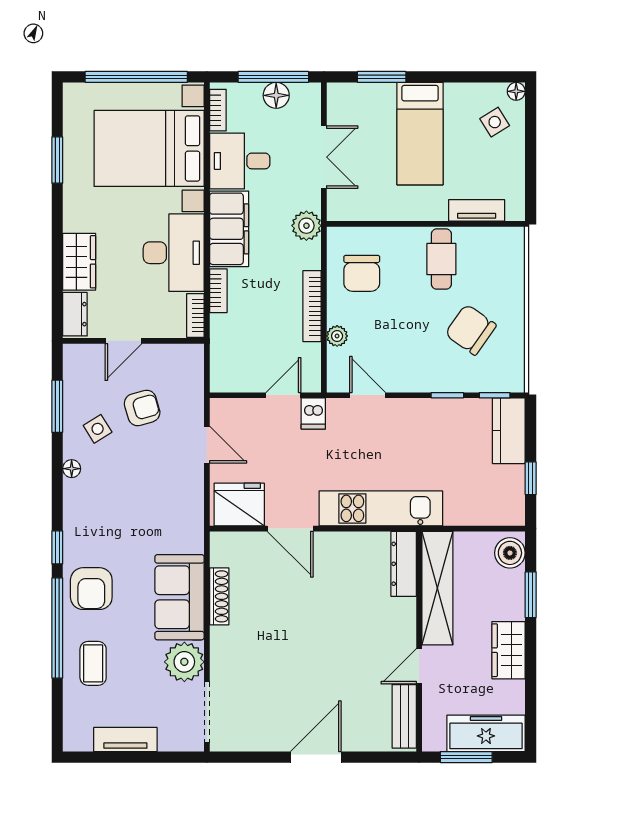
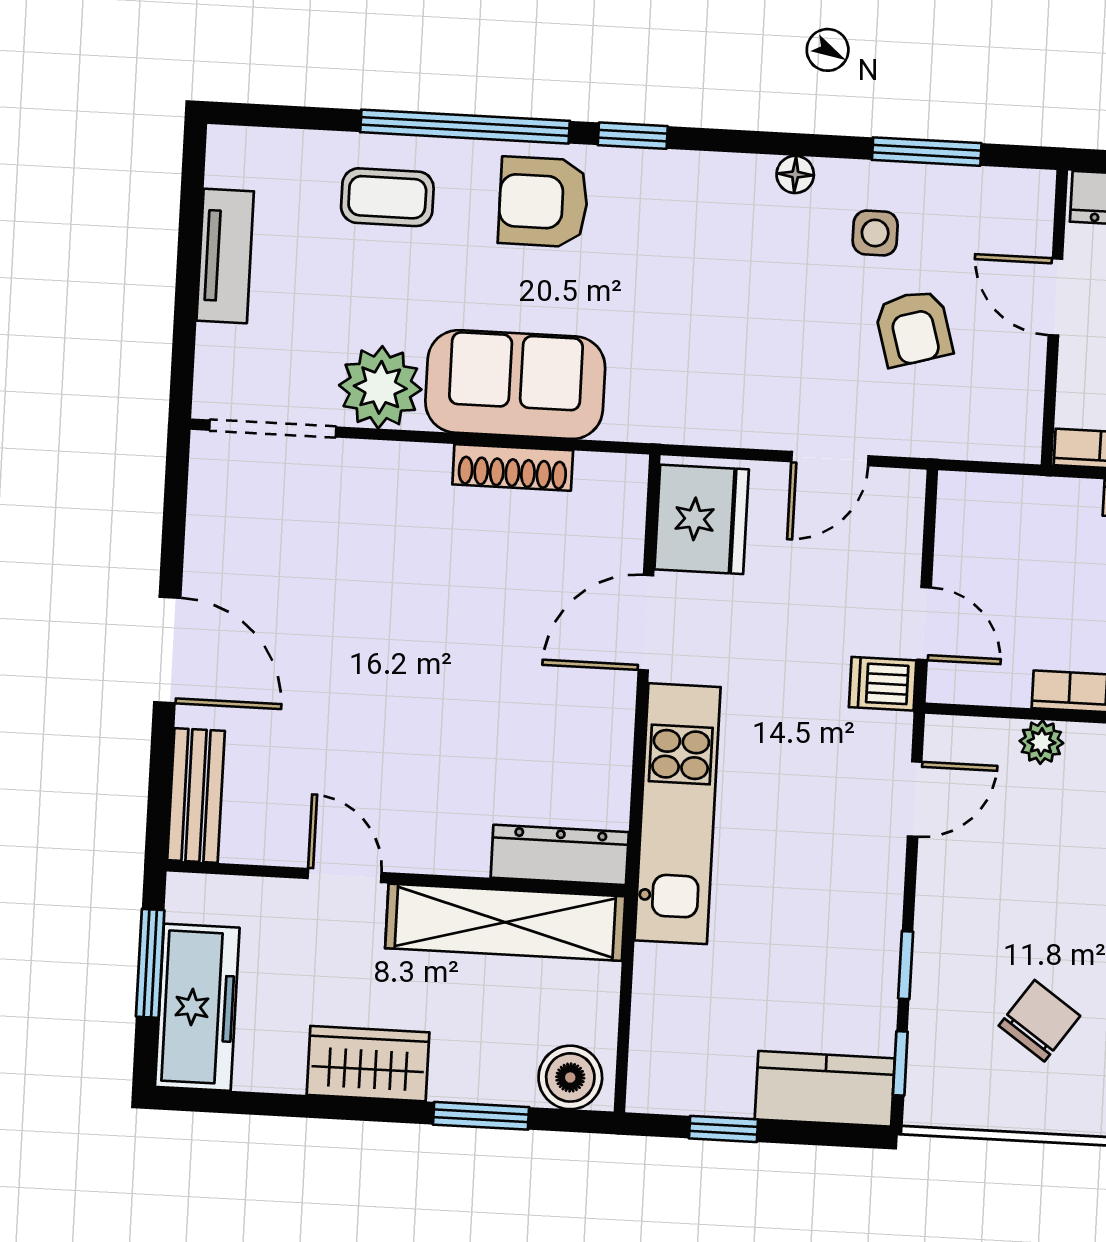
chair: (471, 330) -> (1039, 1021), width x0.73, depth x0.73
side table: (98, 429) -> (875, 233), turned 32
bench: (404, 716) -> (196, 796), moved, turned 90

